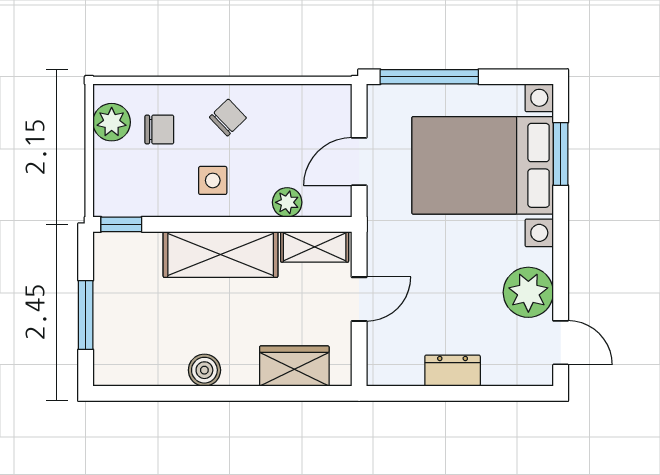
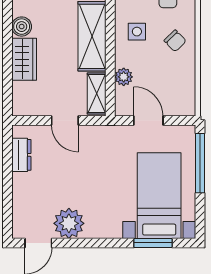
bed with nightstands: (483, 165) -> (159, 196), width x0.73
wardrobe: (294, 366) -> (24, 59), moved
dresser: (453, 371) -> (21, 155), moved

